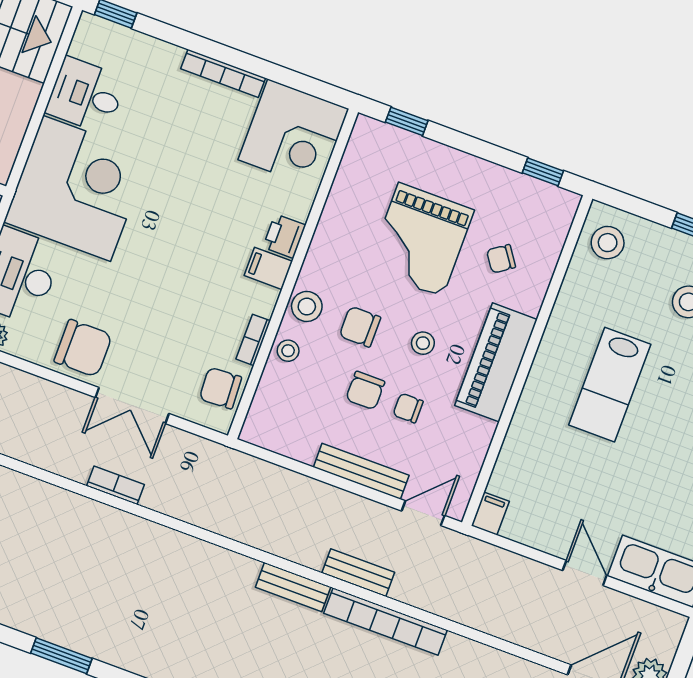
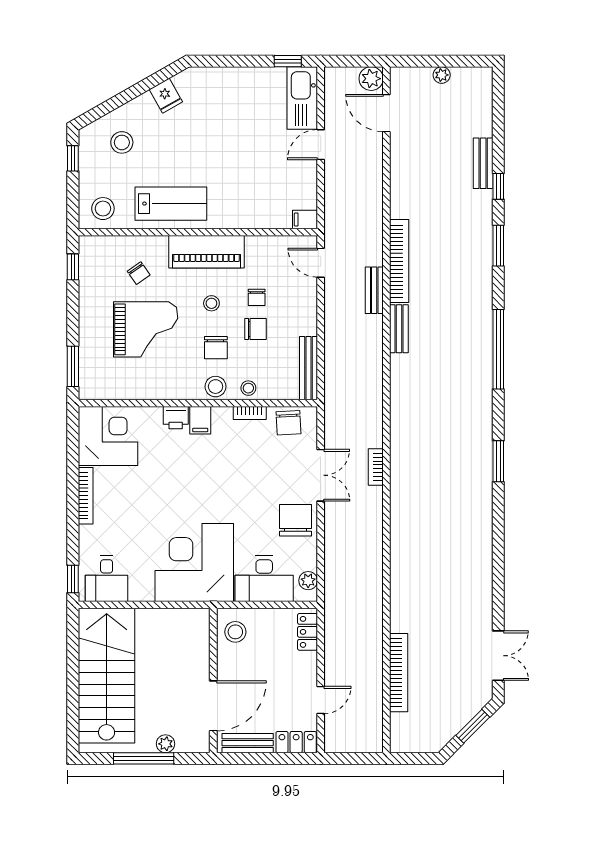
desk: (86, 95) -> (107, 579), moved
window: (407, 121) -> (73, 366), width x1.50
lab bench: (610, 385) -> (171, 204), moved
bench: (361, 471) -> (308, 368), moved

